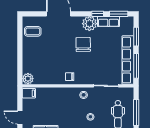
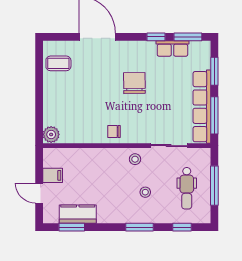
plant: (89, 24) -> (144, 52), removed
filing cabinet: (29, 93) -> (53, 175), moved

